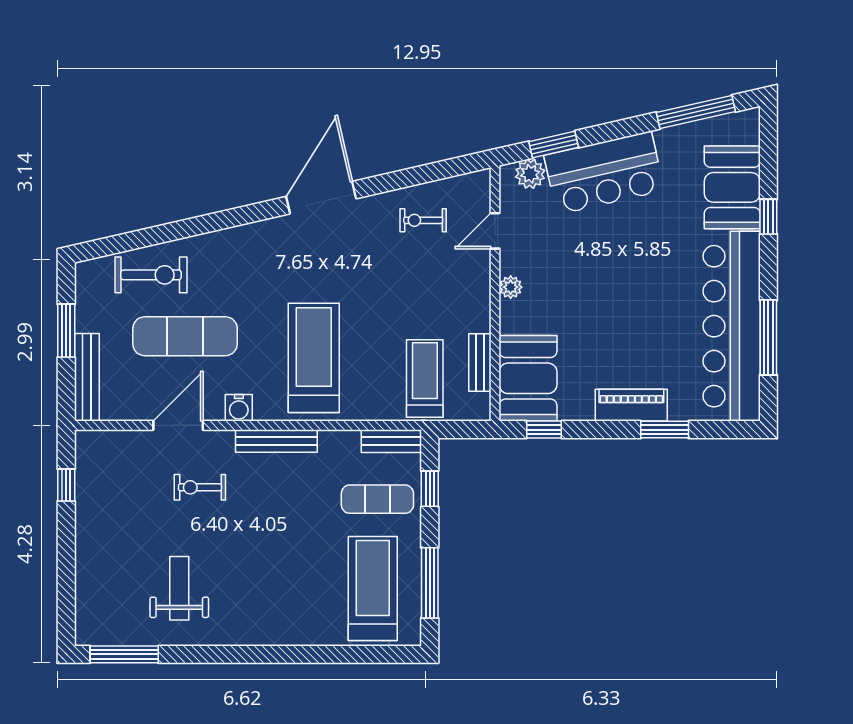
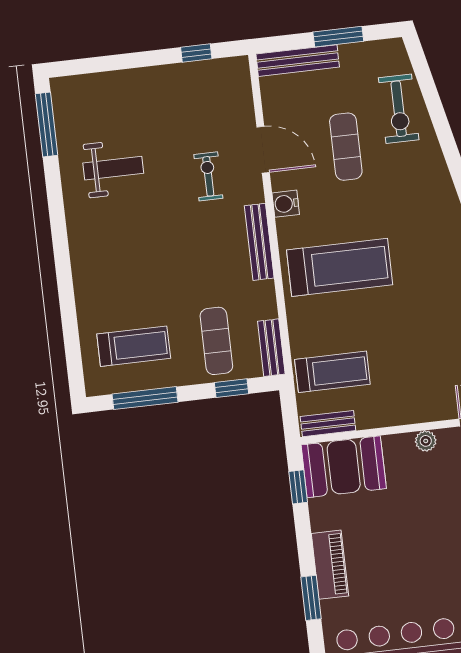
exercise mat: (185, 336) -> (346, 147), width x0.73, depth x0.69
bench: (480, 363) -> (328, 424), moved
treadmill: (373, 588) -> (134, 346), width x0.73, depth x0.73

